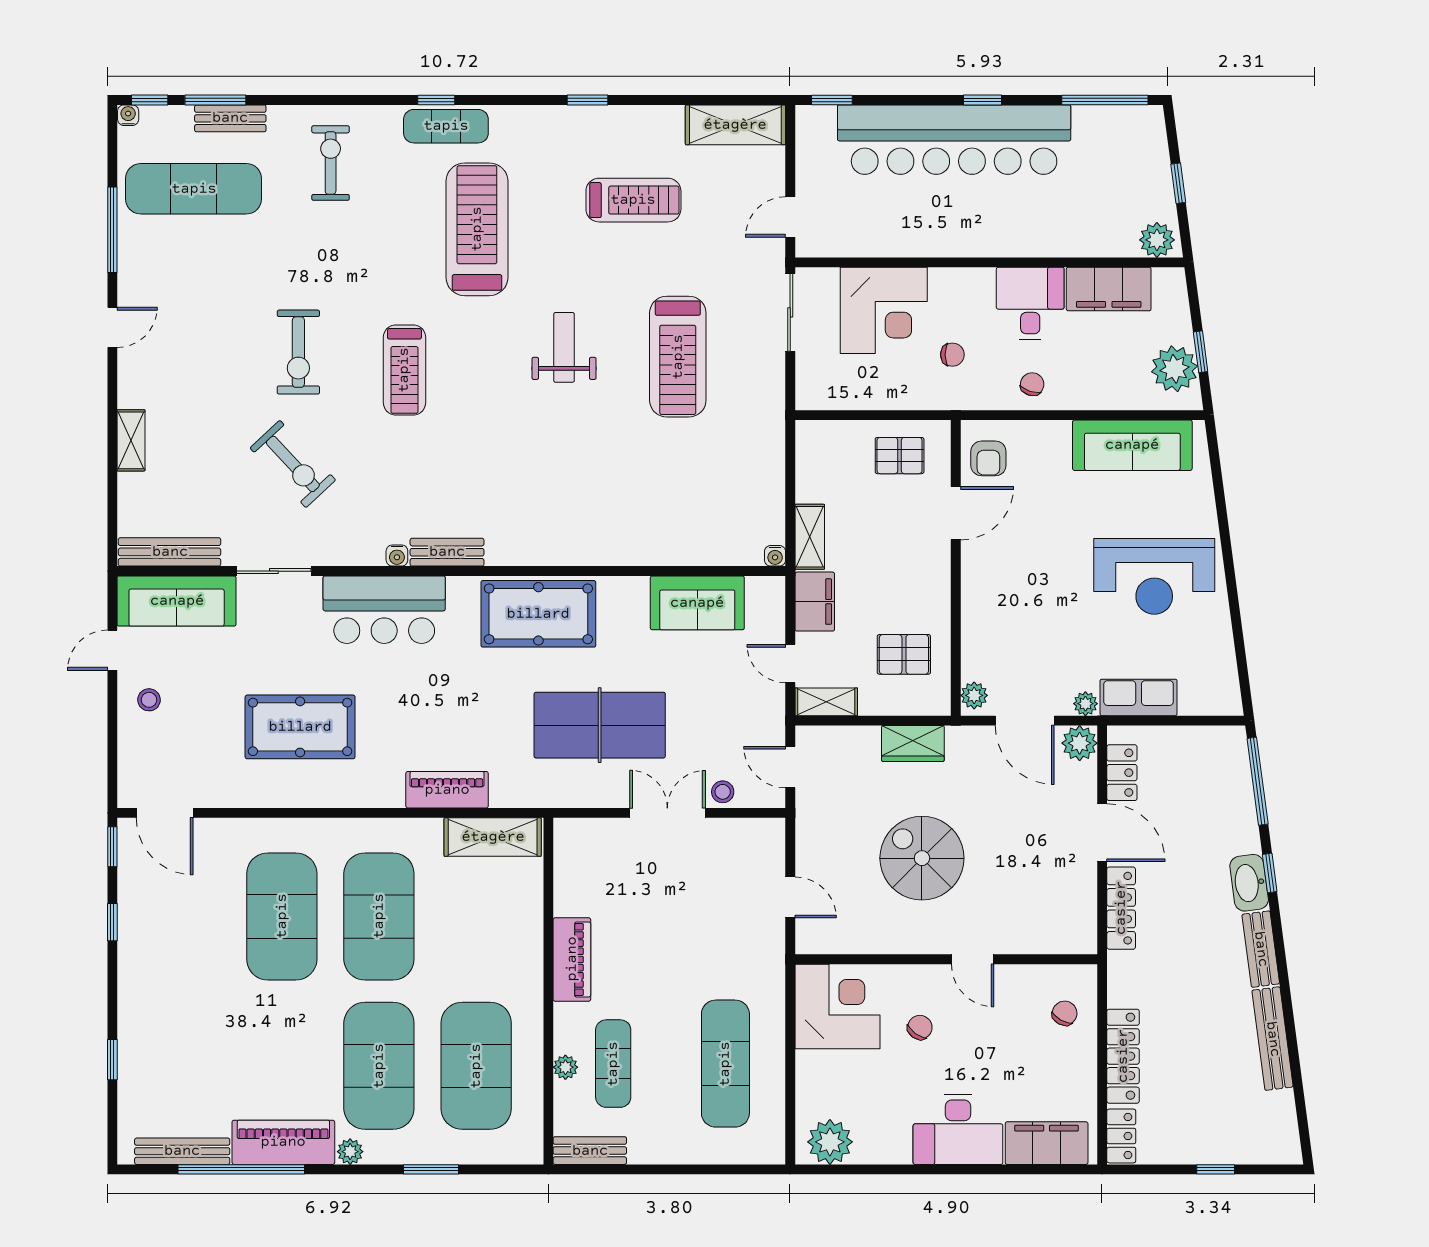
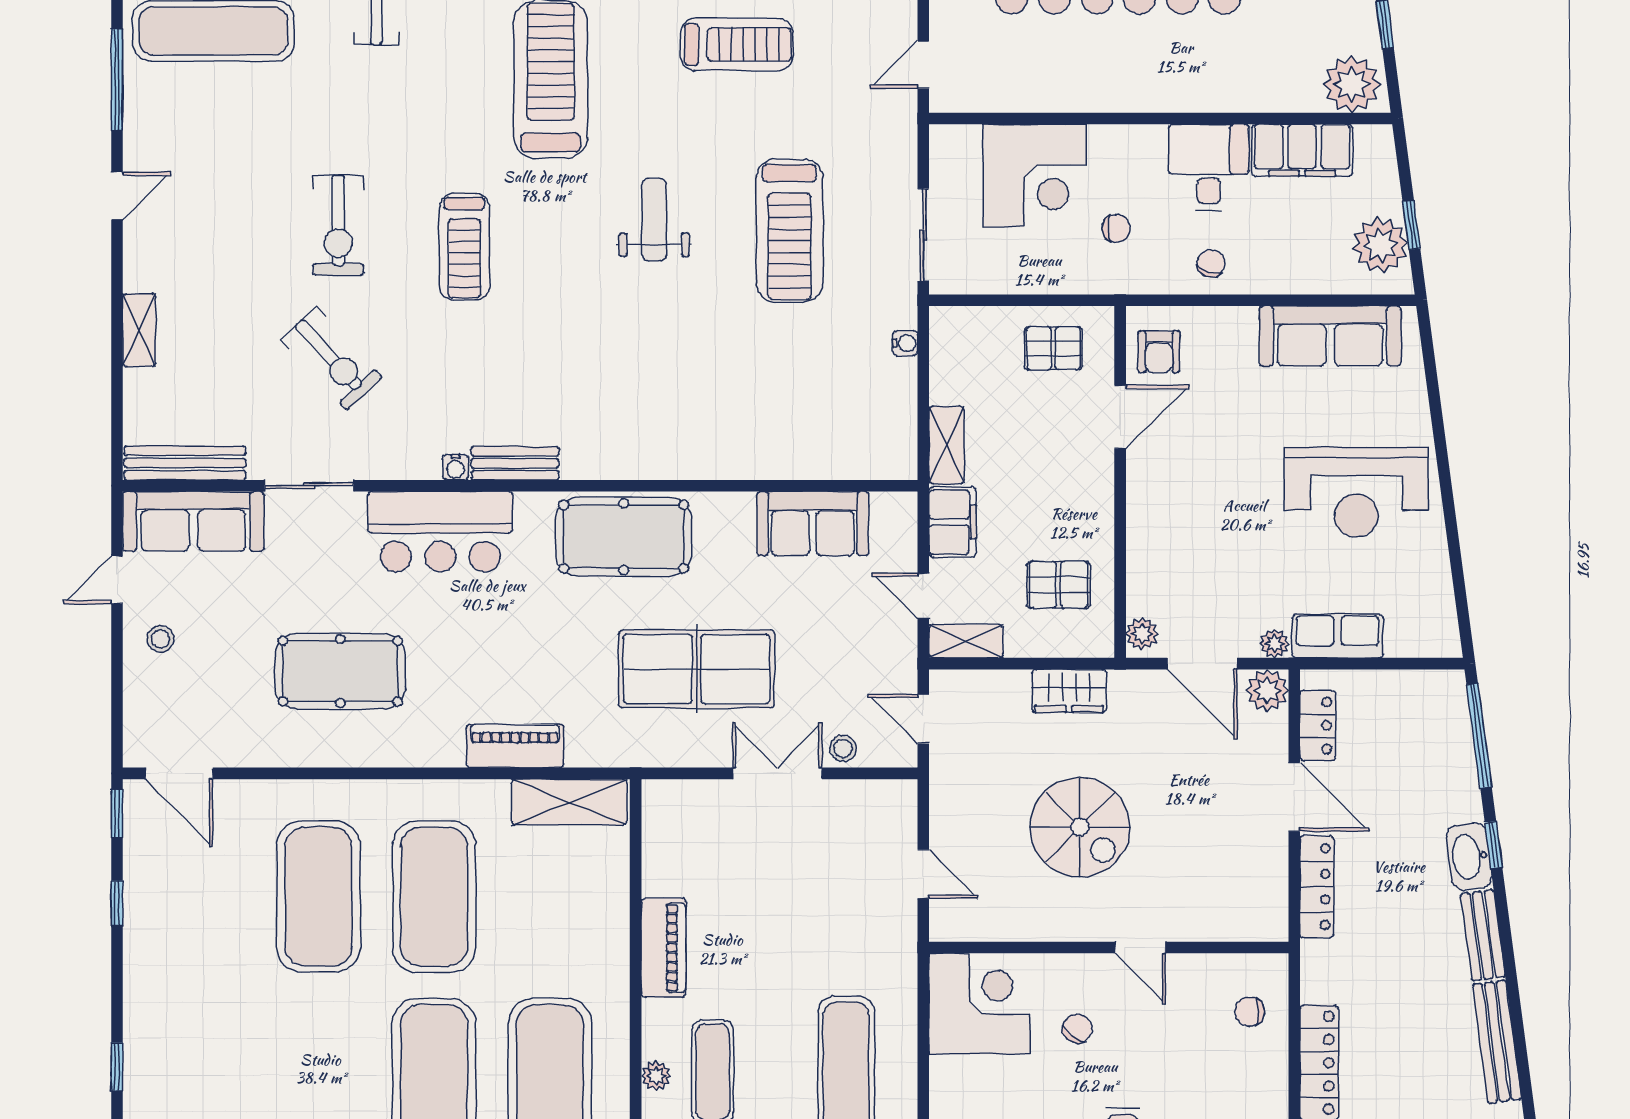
plant: (1157, 240) -> (1352, 84), width x1.36, depth x1.36
sliding door: (790, 312) -> (923, 235), moved
water cooler: (775, 556) -> (905, 343), moved, turned -90
spiral stairs: (922, 858) -> (1080, 827), turned 180
chair: (1065, 1013) -> (1250, 1012), turned -119

